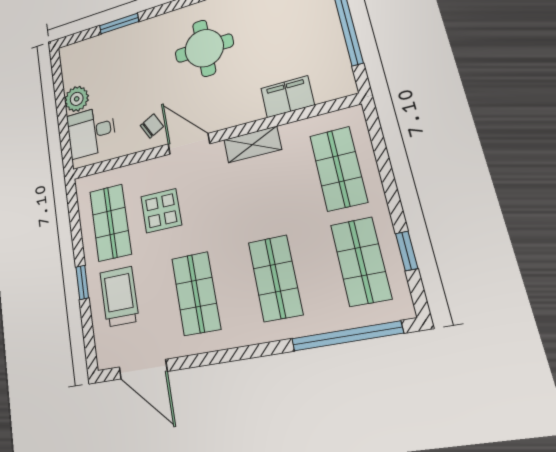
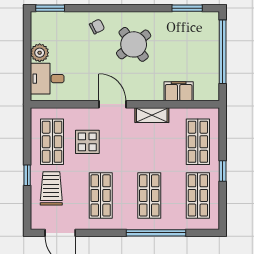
window: (119, 24) -> (50, 8), moved
round table: (204, 48) -> (134, 44), turned -38
chair: (152, 126) -> (97, 26), moved
window: (407, 251) -> (223, 171), moved
window: (347, 336) -> (156, 233), moved

